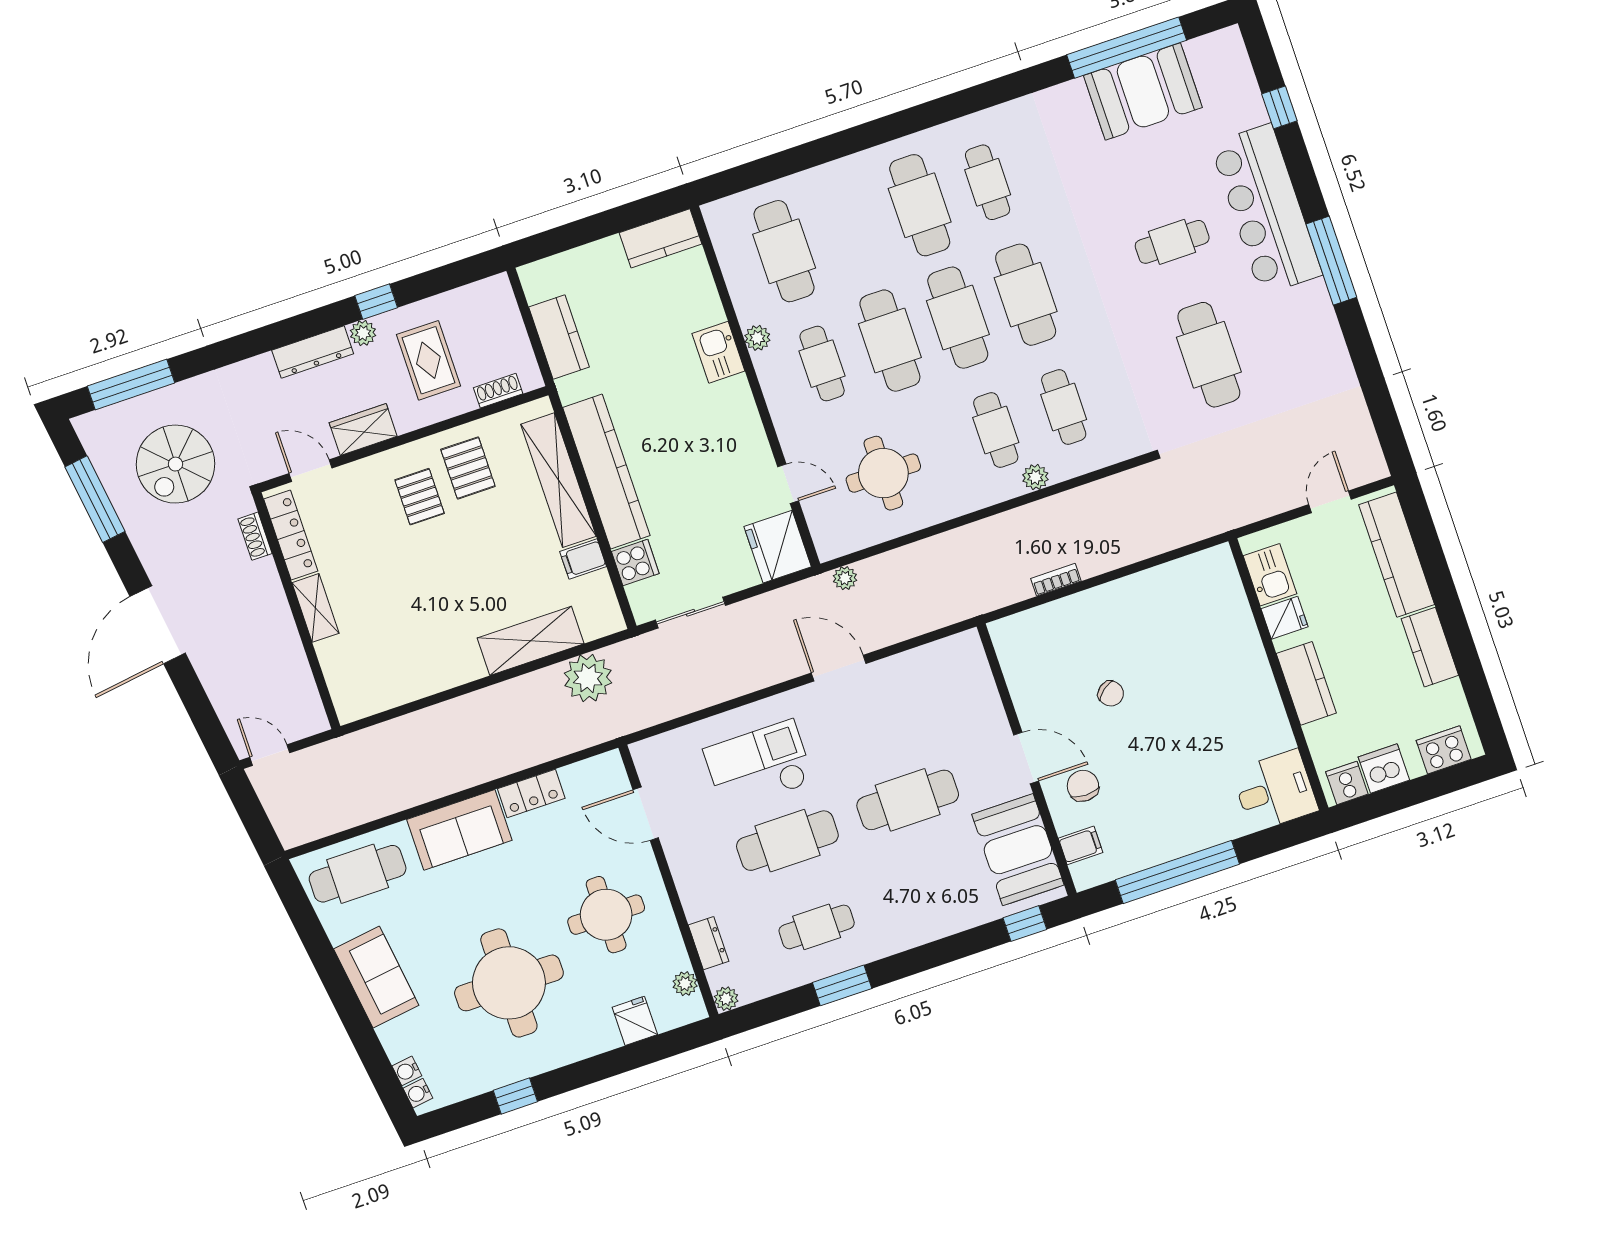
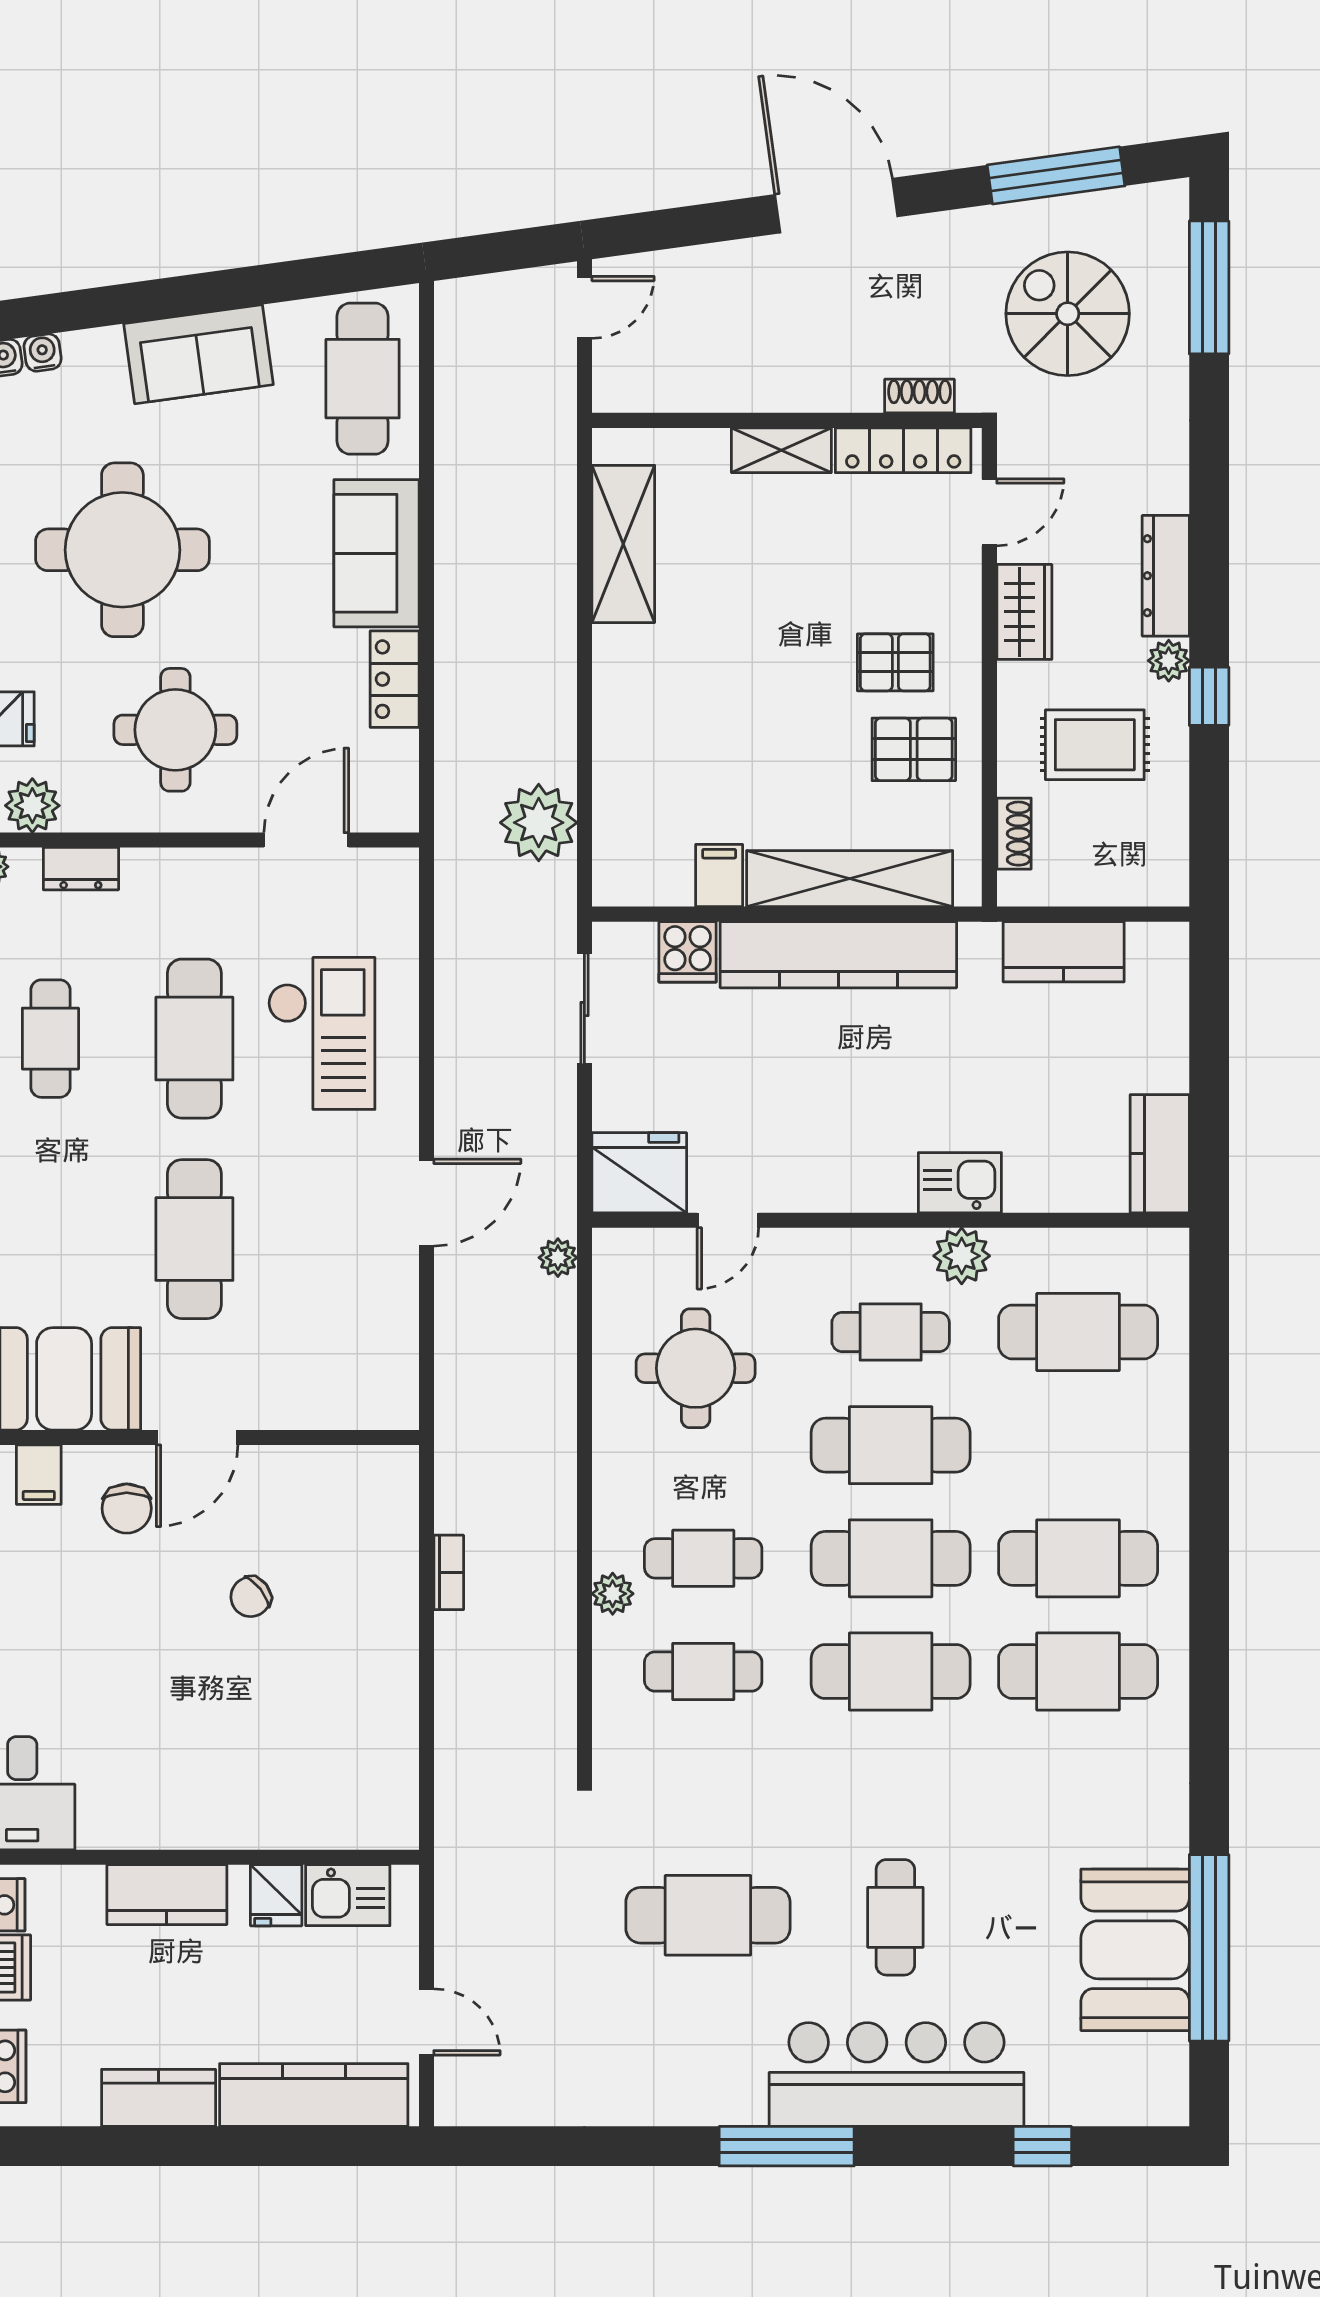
cafe table: (988, 182) -> (1078, 1671), width x1.37, depth x1.35
plant: (757, 338) -> (962, 1256), width x1.38, depth x1.38
shelving: (531, 641) -> (623, 544), moved
chair: (1083, 786) -> (127, 1508), turned 90
plant: (685, 984) -> (32, 806), width x1.38, depth x1.38

